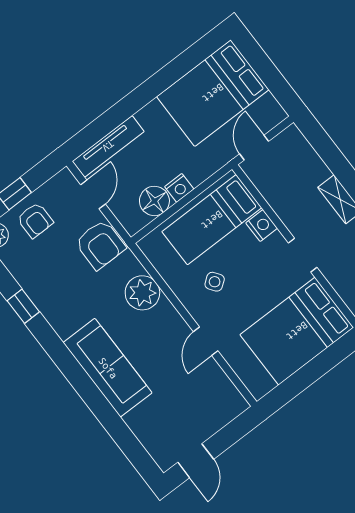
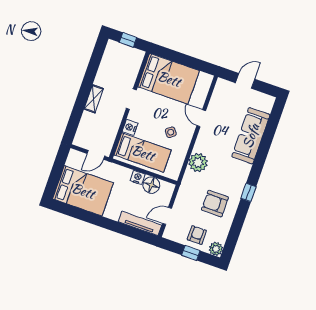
armchair: (100, 245) -> (215, 204), moved, turned -90
window: (23, 306) -> (248, 192), moved
door: (206, 341) -> (201, 118), swing flipped
sofa: (108, 368) -> (251, 136), moved
door: (196, 461) -> (245, 81), moved

